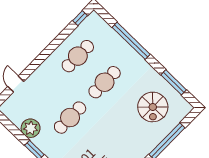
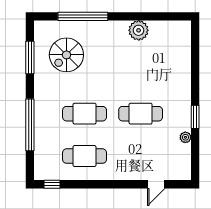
spiral stairs: (153, 107) -> (66, 55), turned 180
plant: (31, 128) -> (185, 137), width x0.53, depth x0.53

